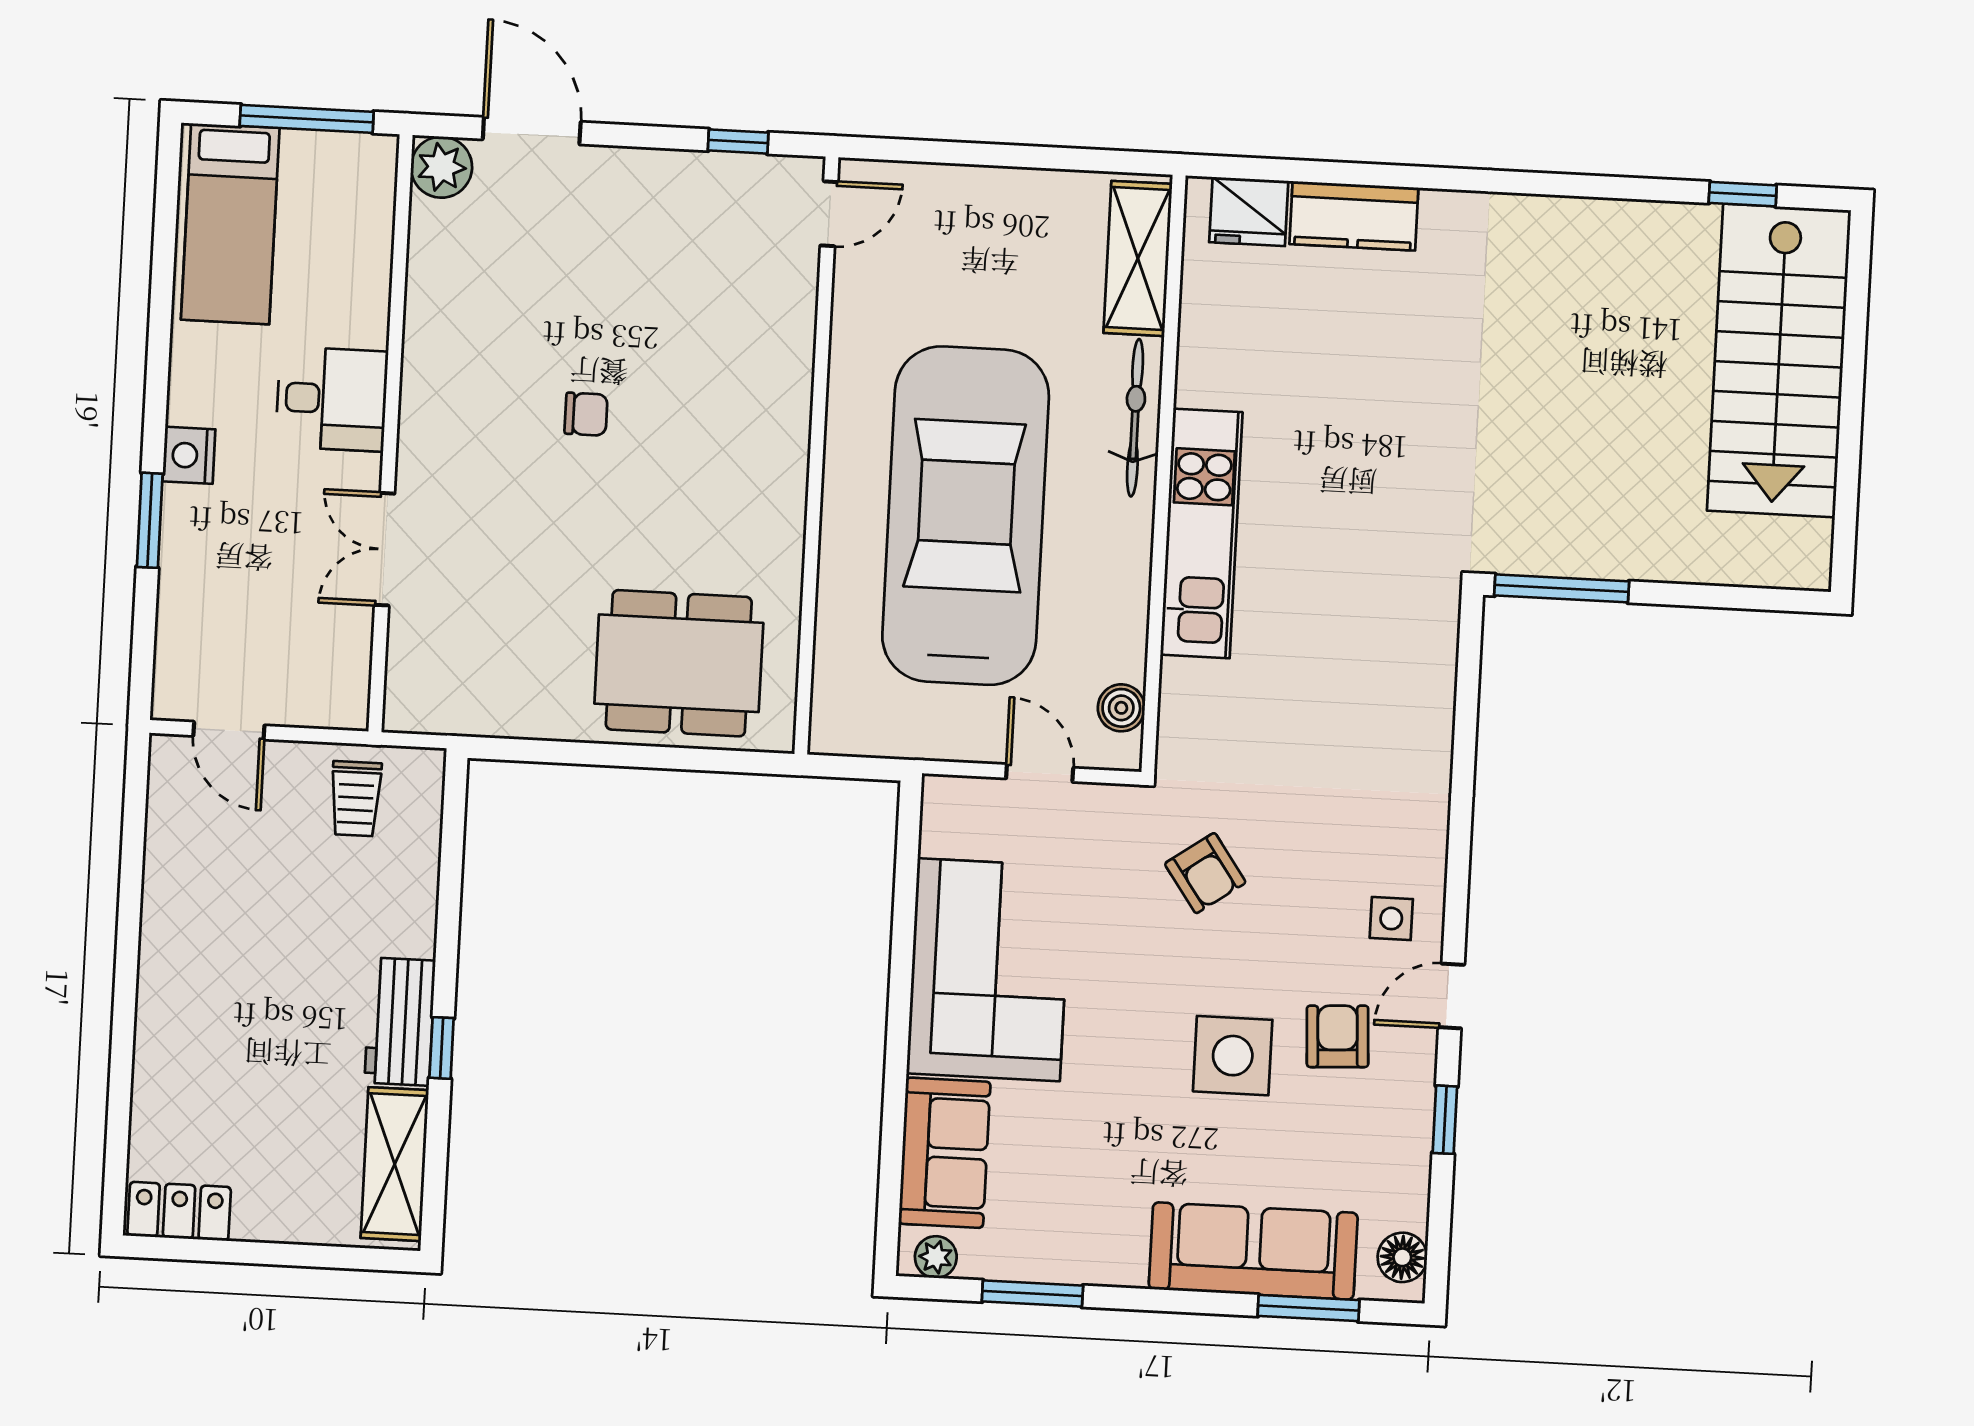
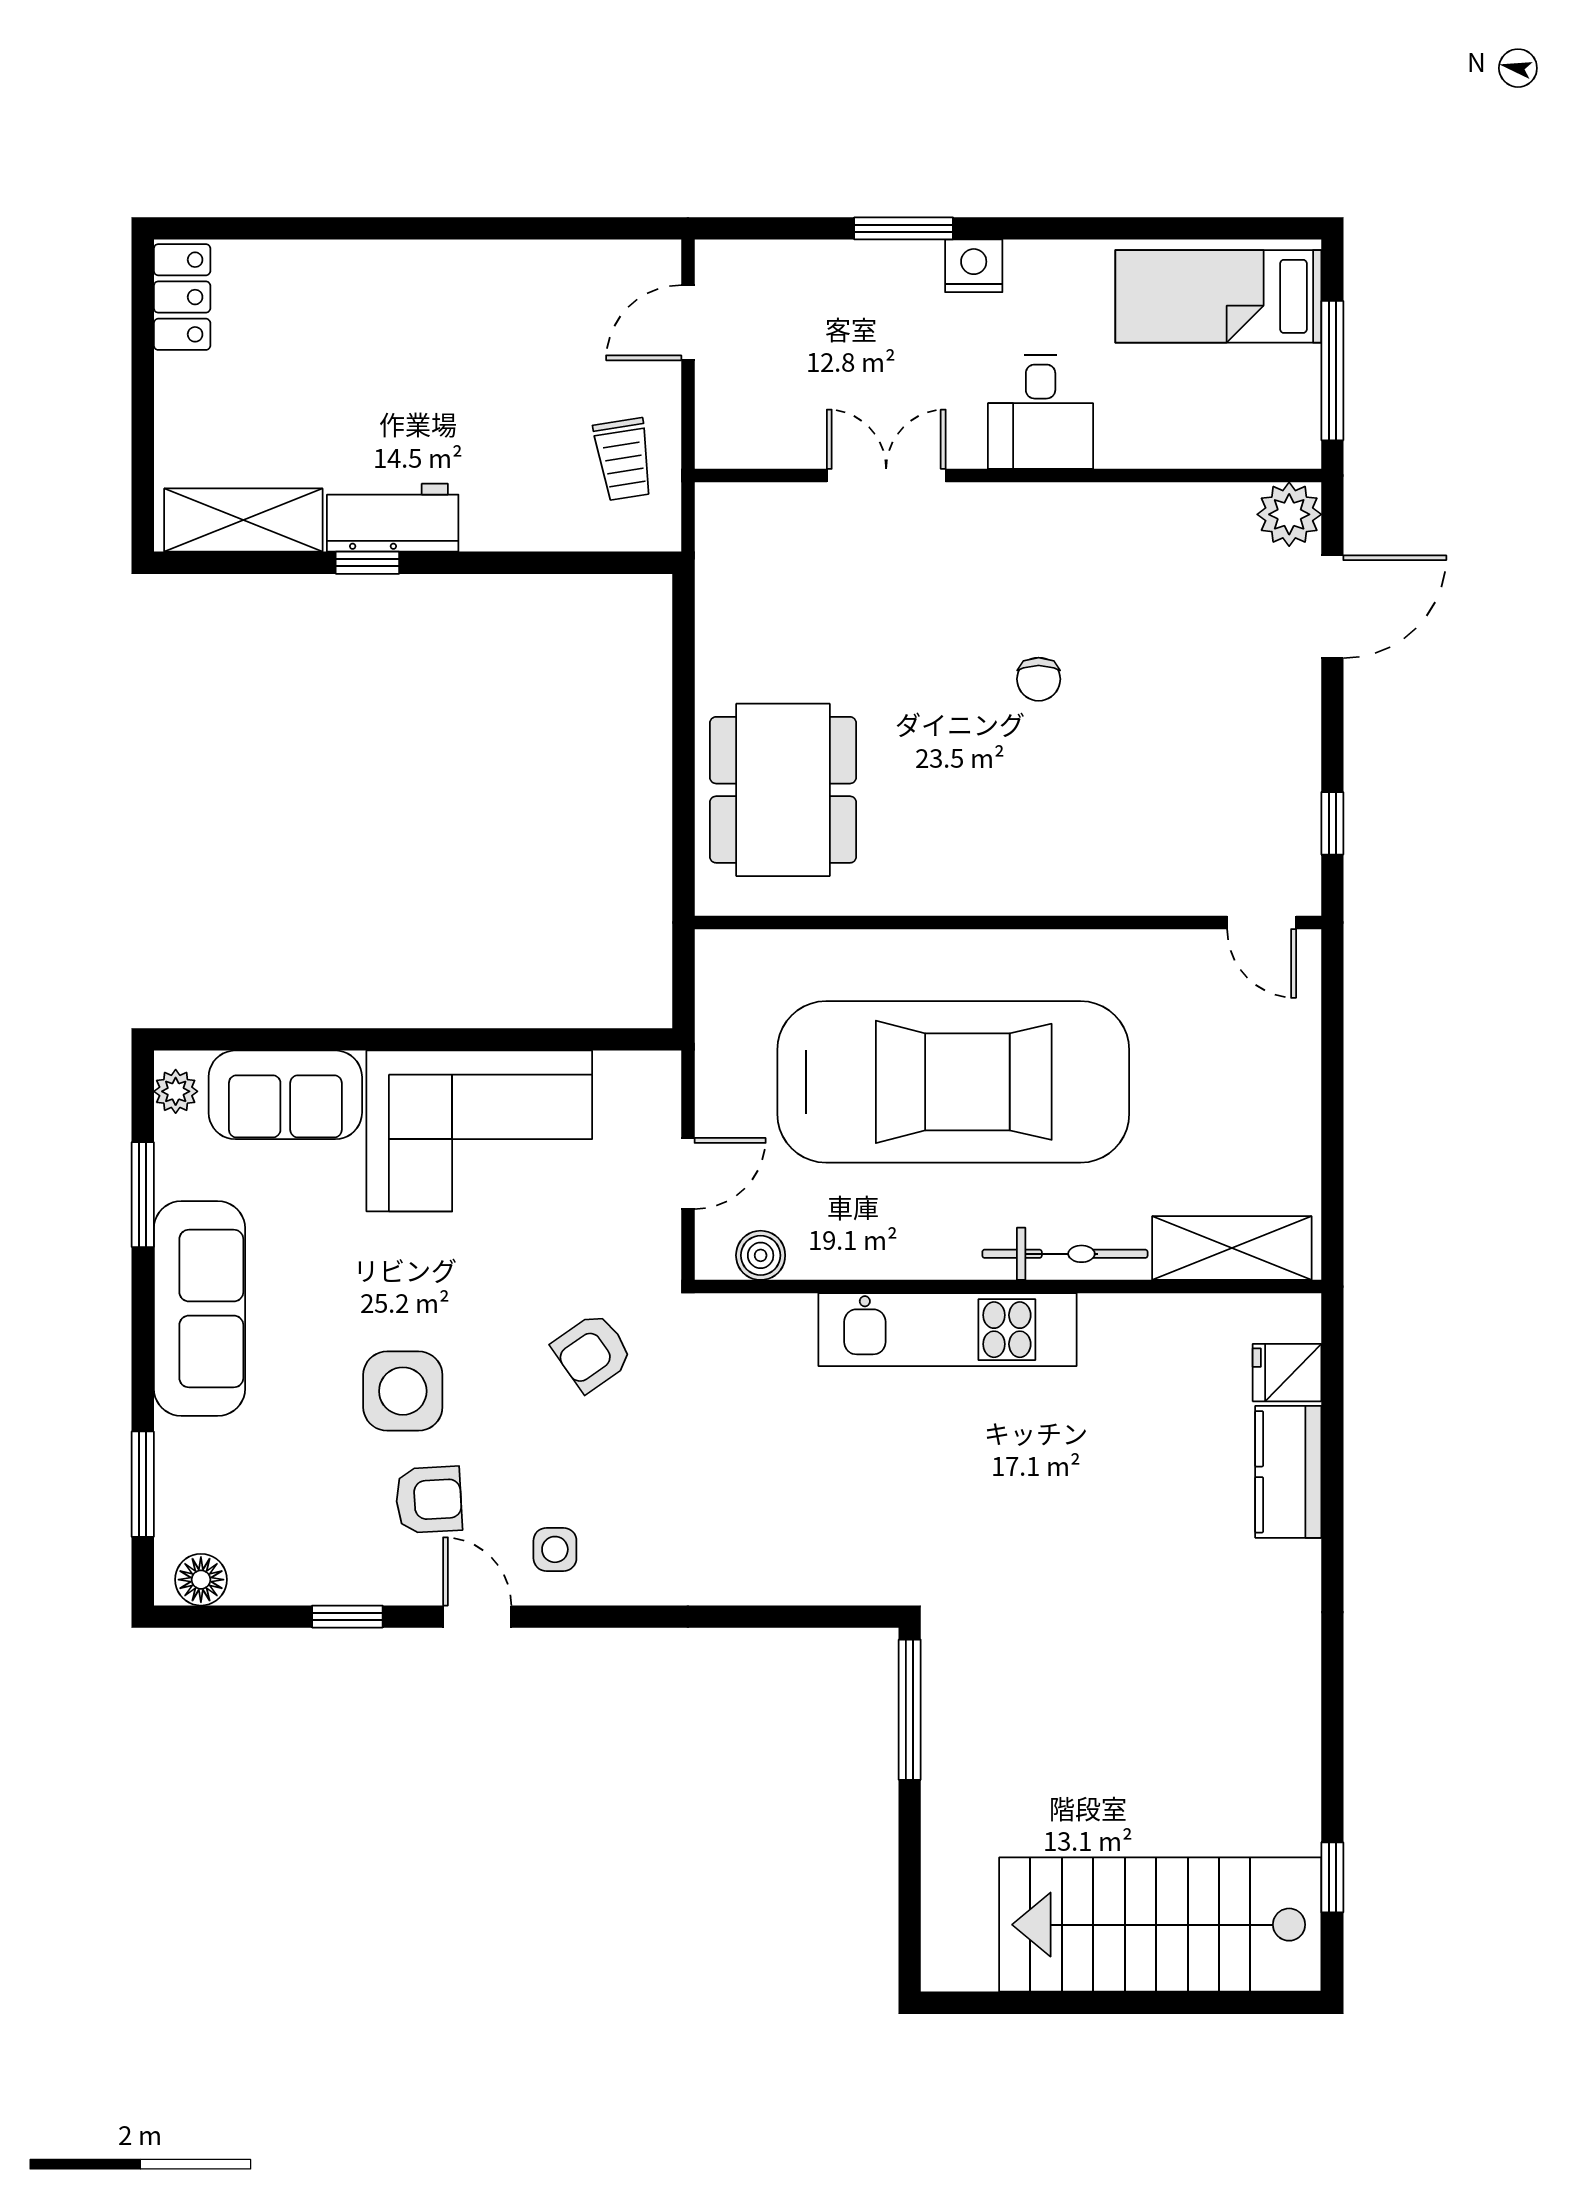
fridge: (1249, 212) -> (1287, 1373), width x0.72
trolley: (356, 799) -> (623, 459), turned -99
sofa: (1253, 1251) -> (199, 1309), moved

